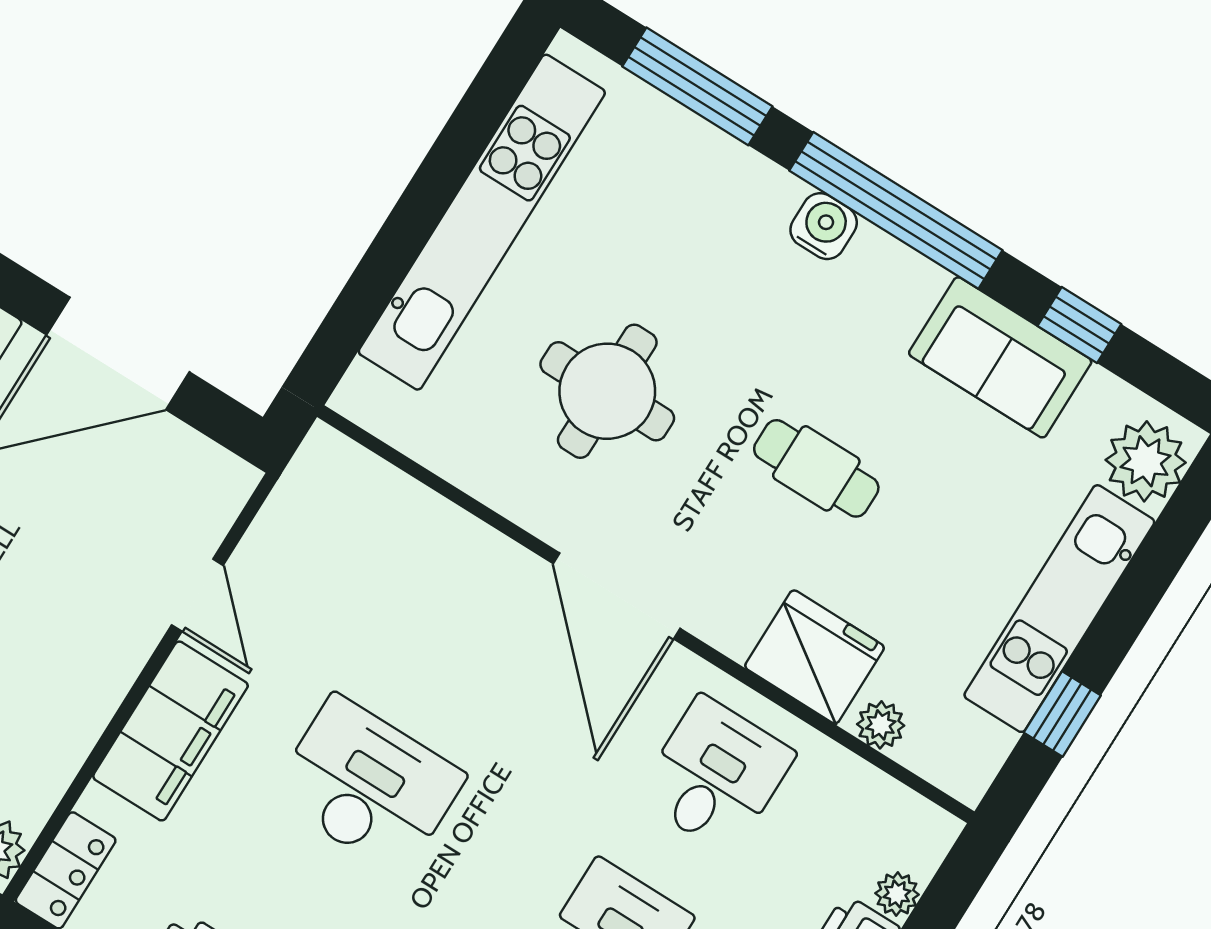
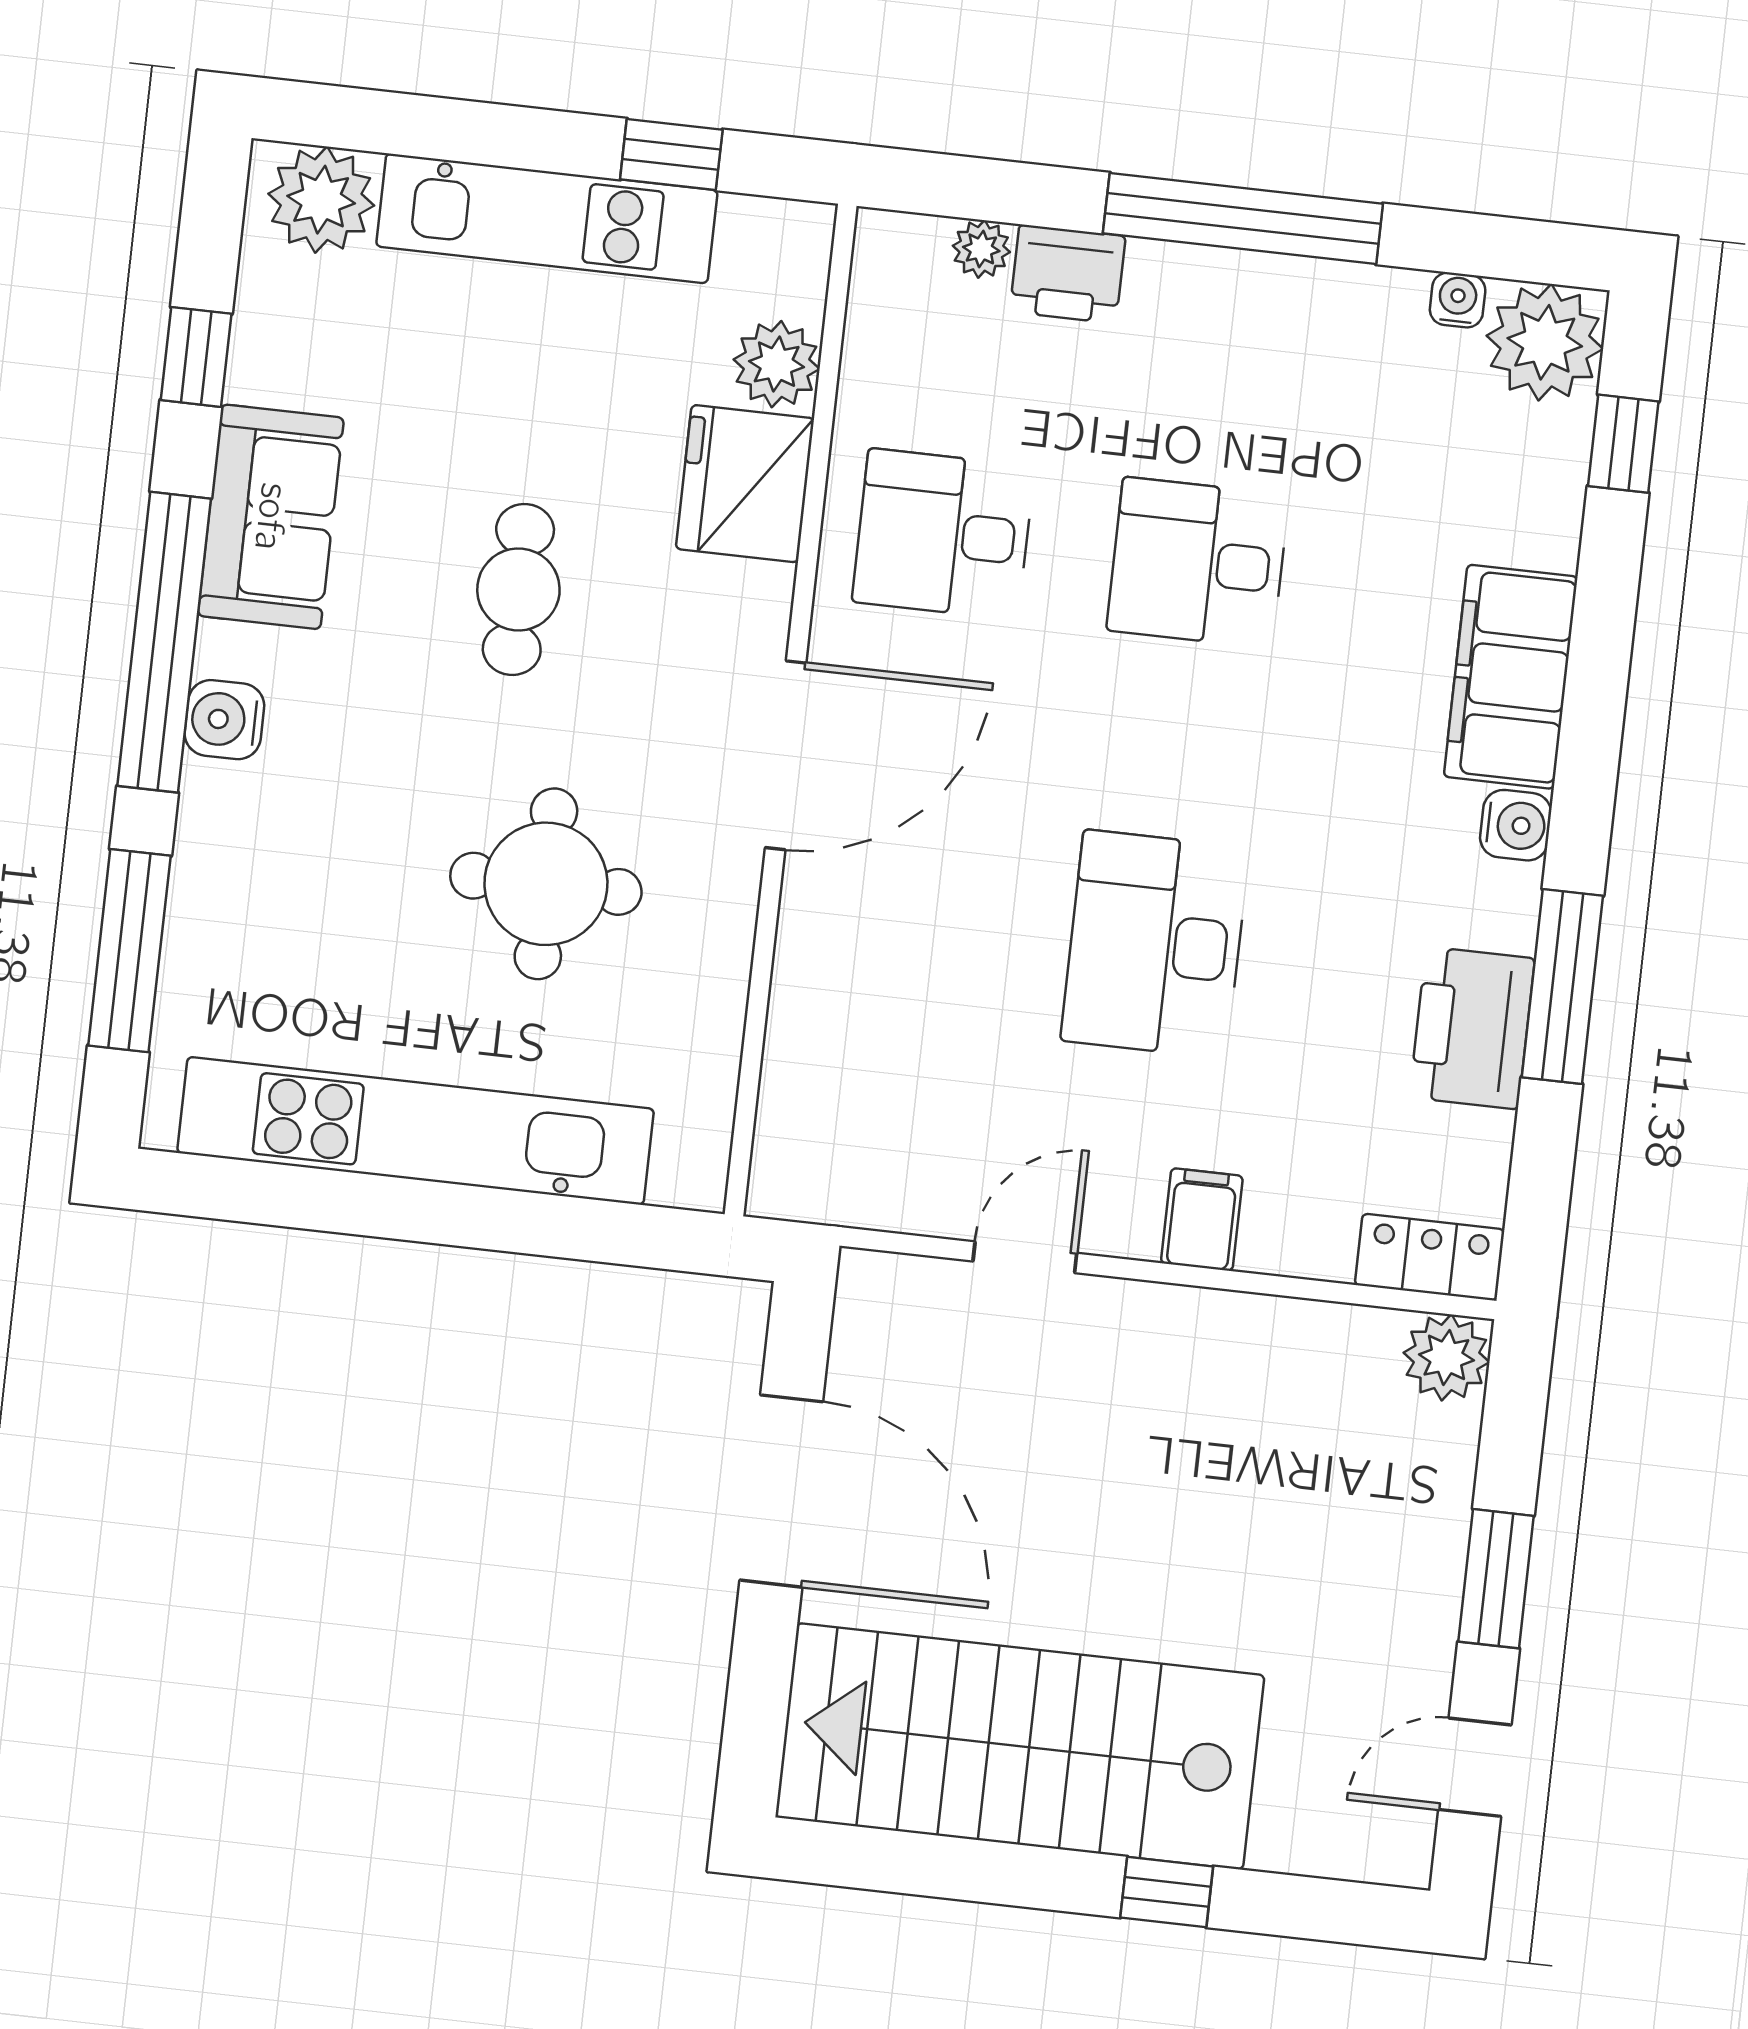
sofa: (1000, 357) -> (271, 517), moved
plant: (881, 725) -> (777, 364), width x1.38, depth x1.38
filing cabinet: (170, 731) -> (1202, 1220), width x0.33, depth x0.86

